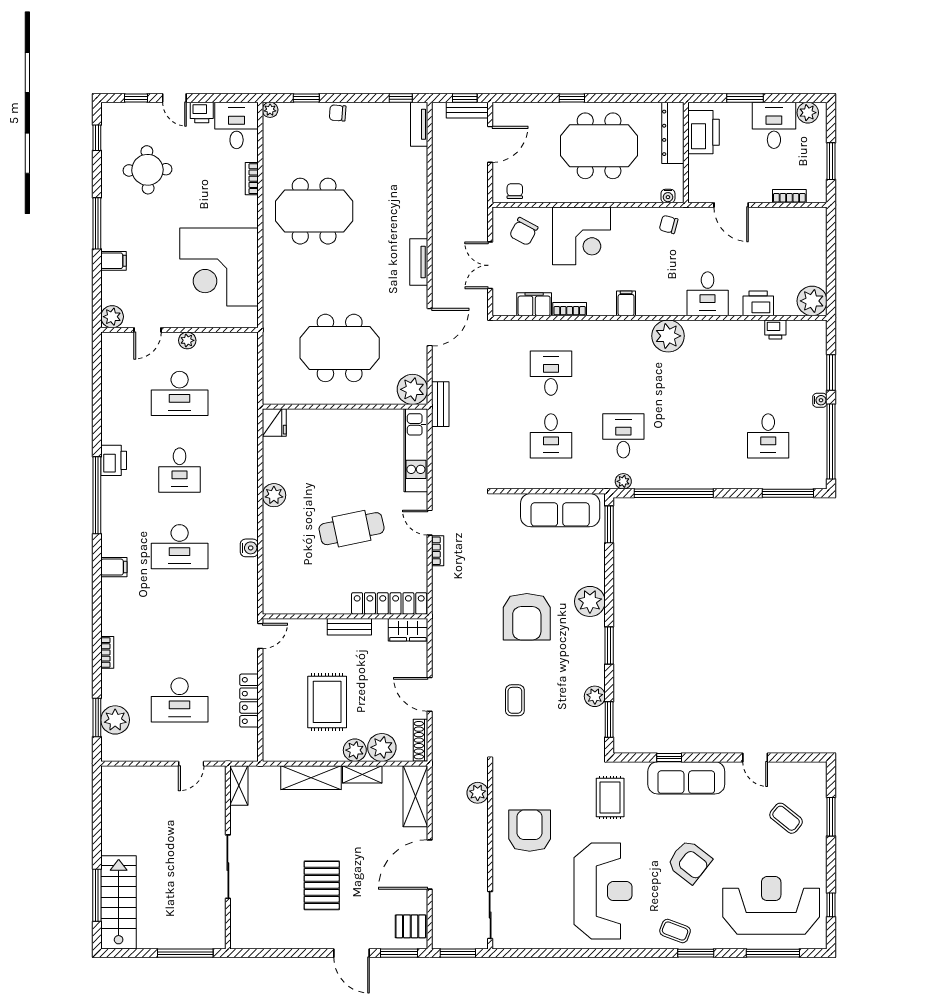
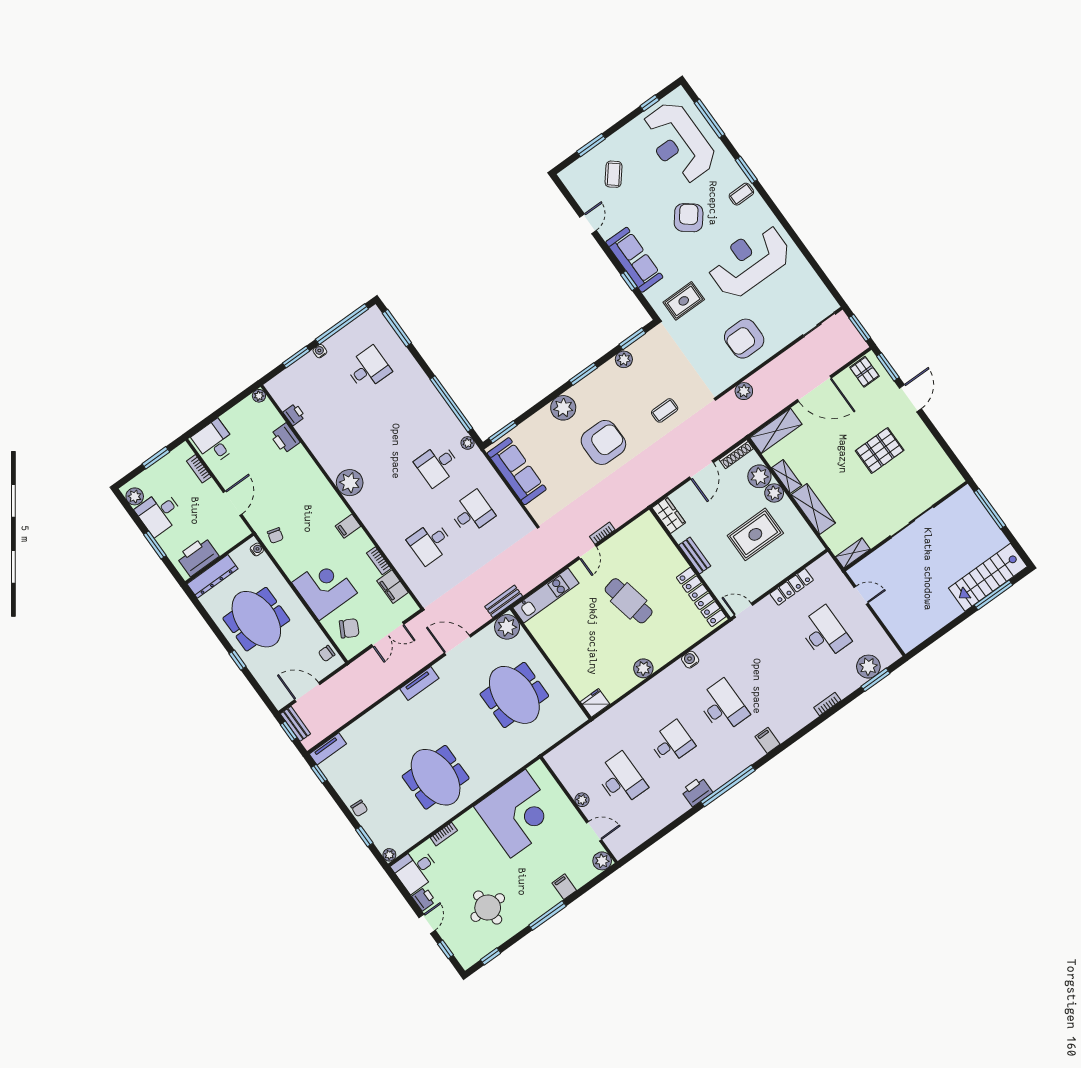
desk: (708, 294) -> (215, 442), moved, turned -90
plant: (812, 301) -> (259, 396), width x0.53, depth x0.53
locker: (389, 603) -> (701, 597), moved
coffee table: (675, 931) -> (741, 194), turned 69

